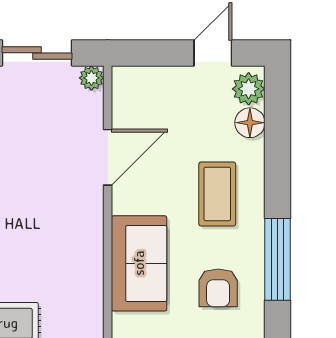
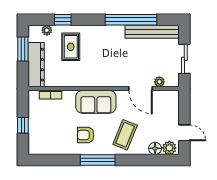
plant: (91, 78) -> (159, 82), moved
coffee table: (217, 194) -> (125, 135), turned -68

